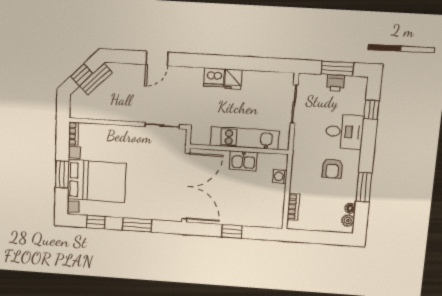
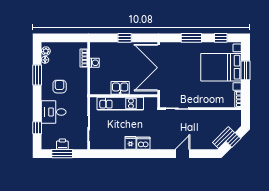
washing machine: (280, 177) -> (95, 63), moved

